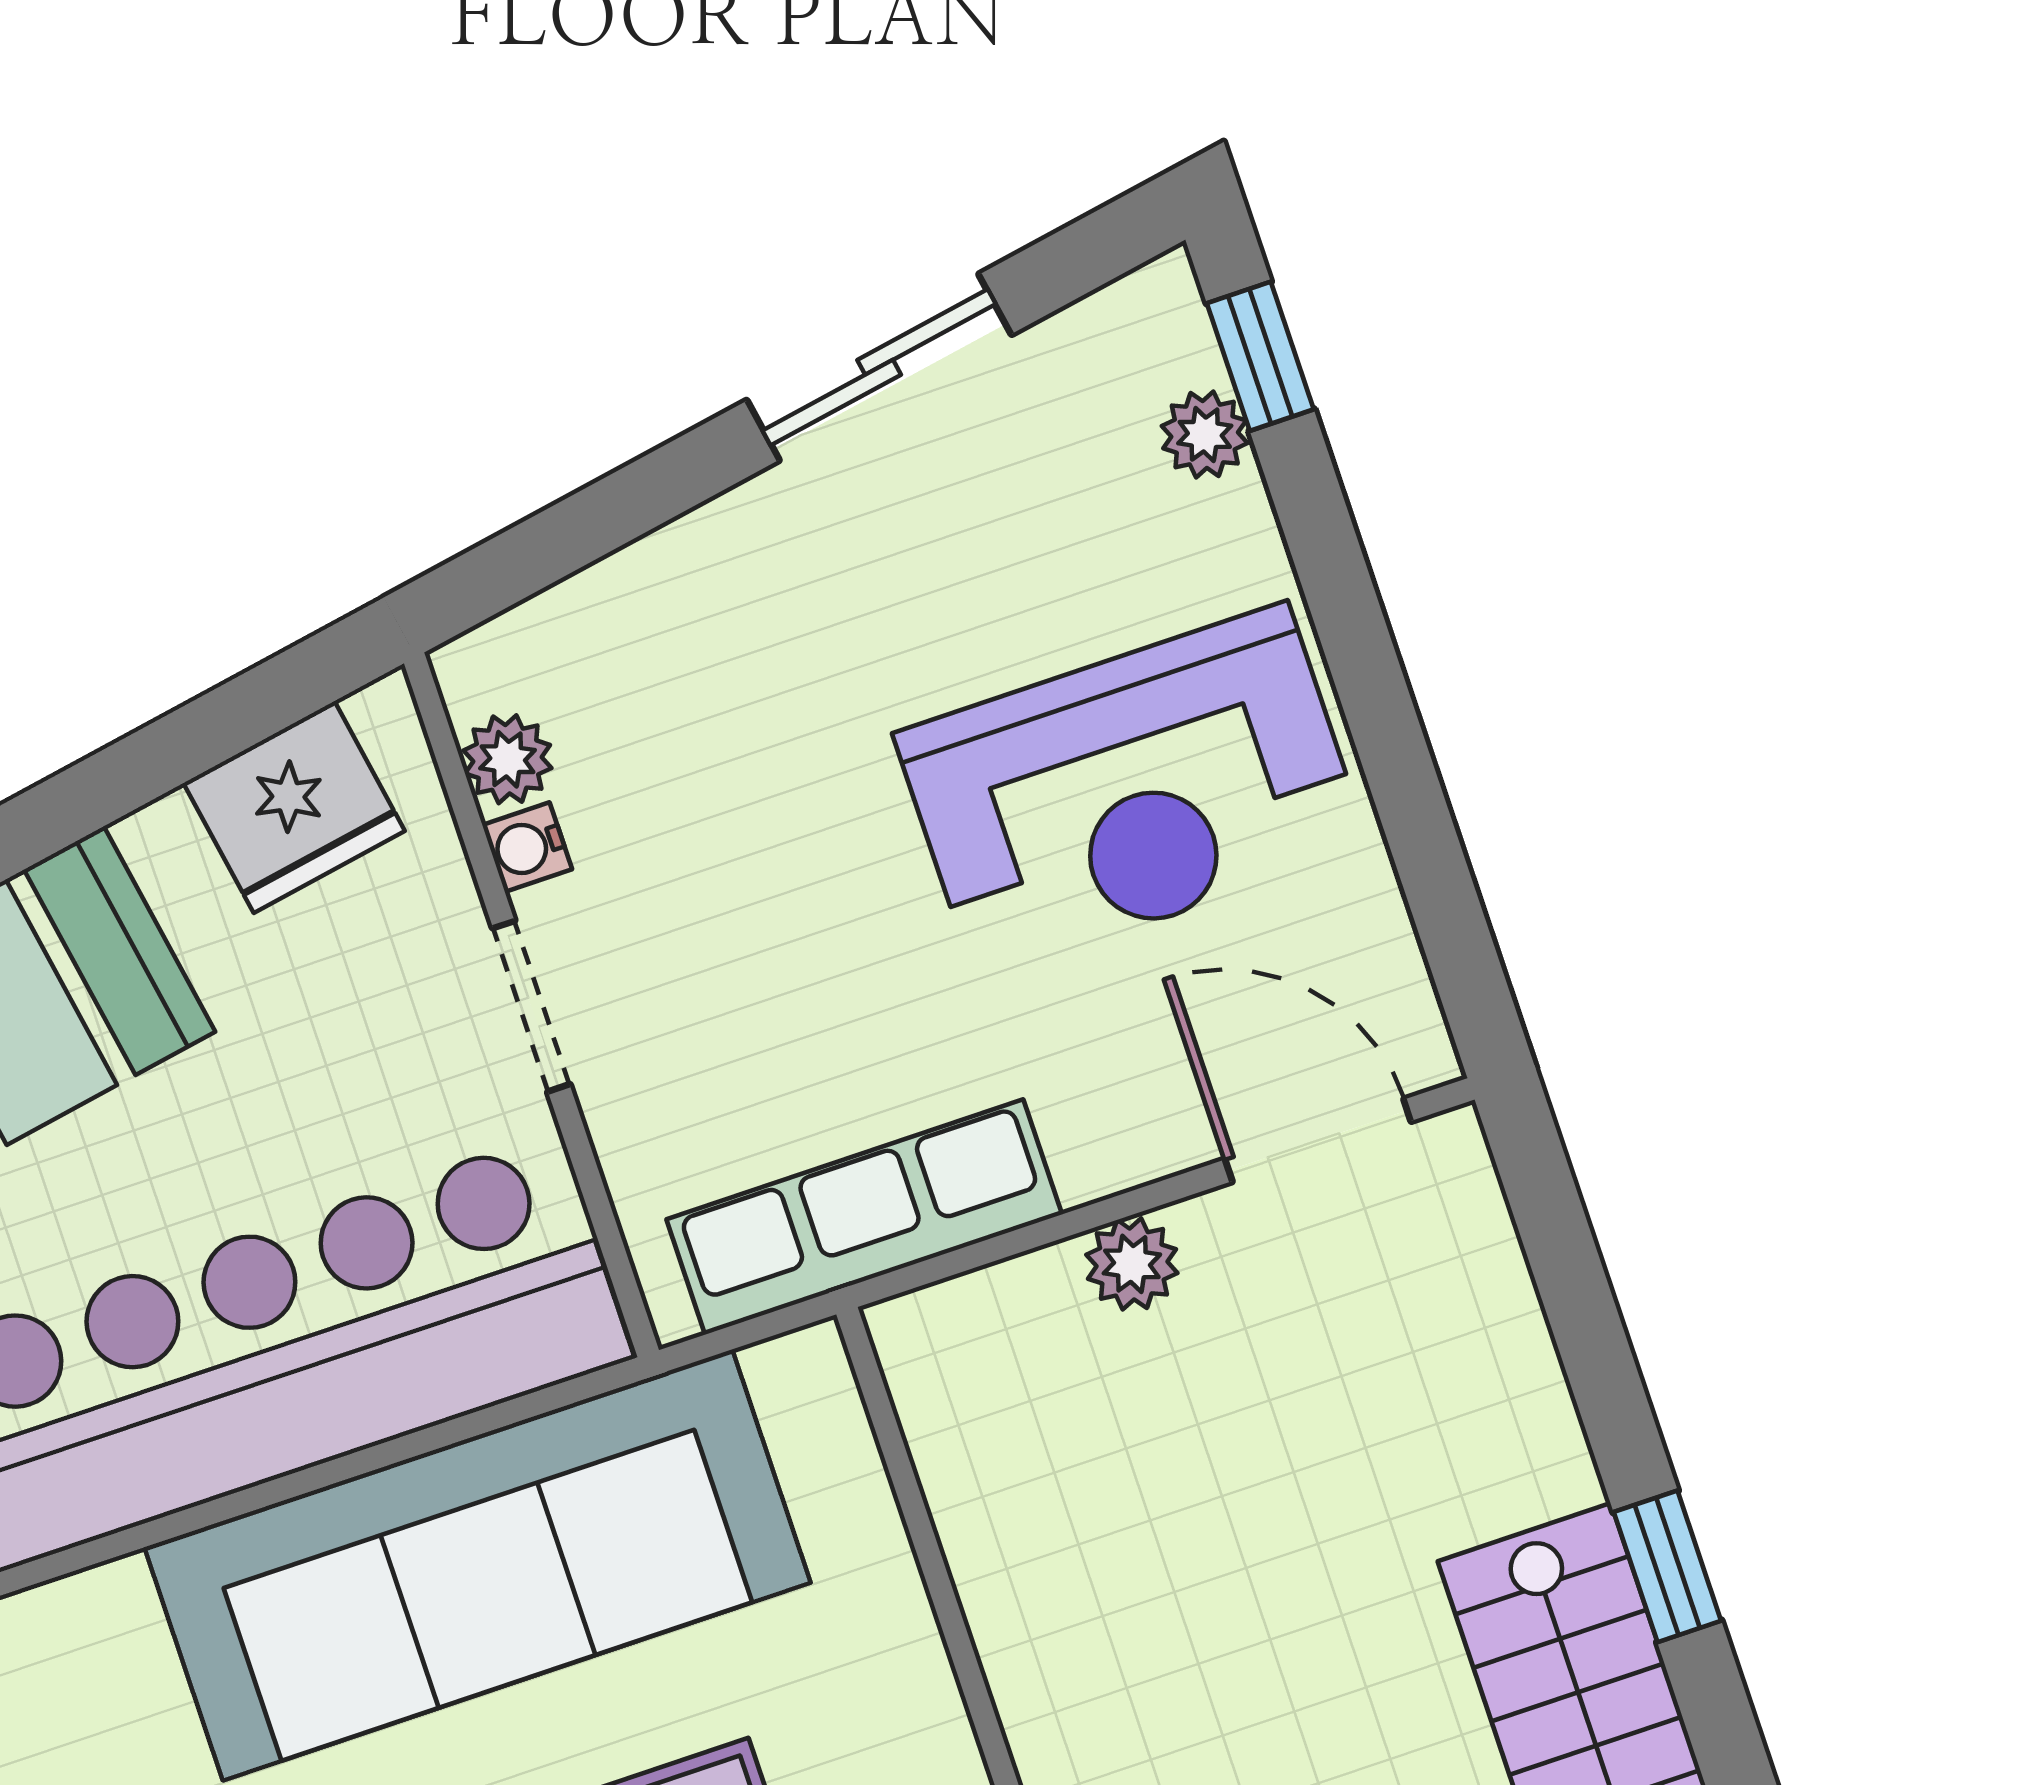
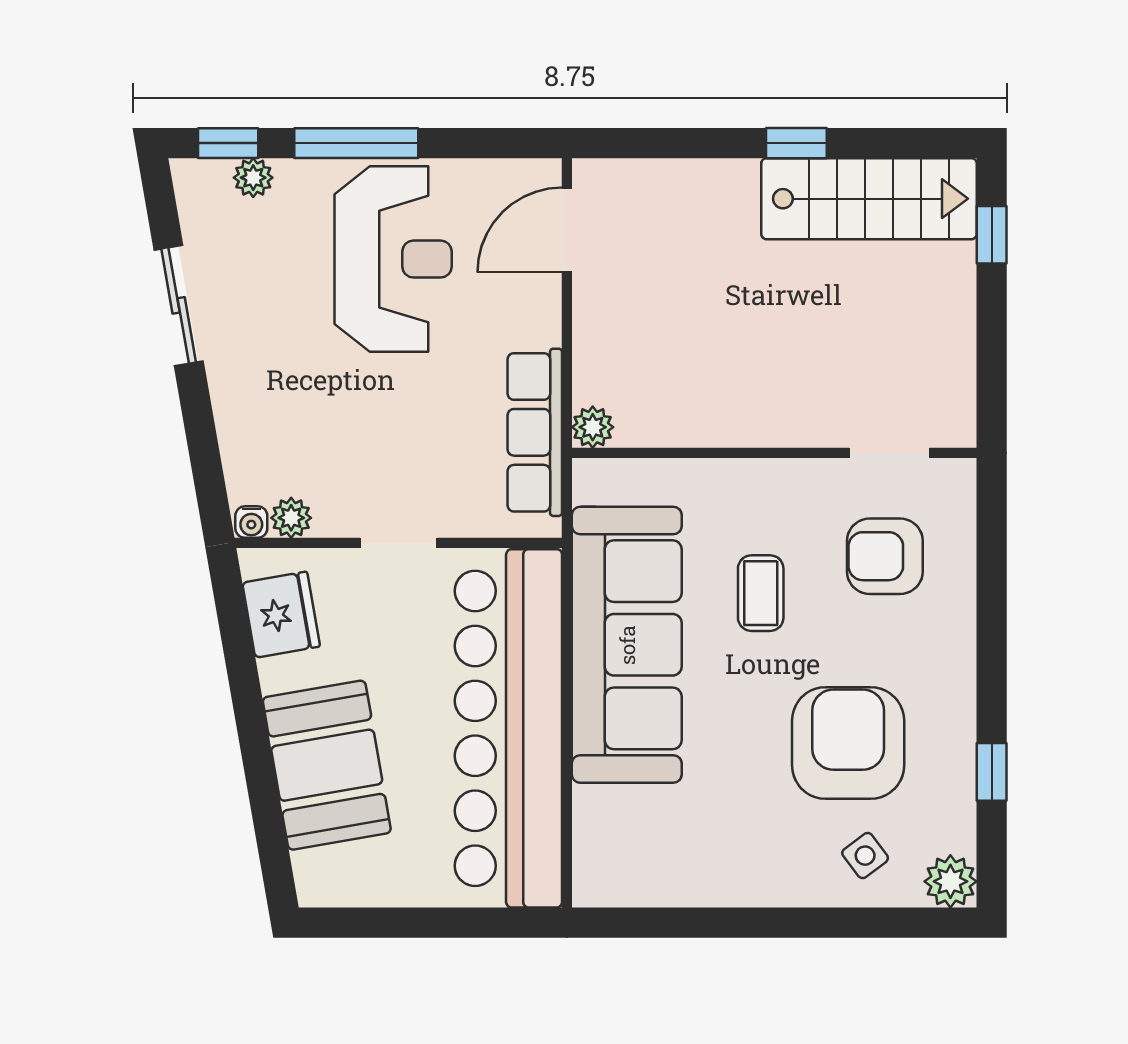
window: (1352, 629) -> (356, 143), added
water cooler: (527, 847) -> (251, 522), moved
plant: (1132, 1264) -> (593, 427), moved

